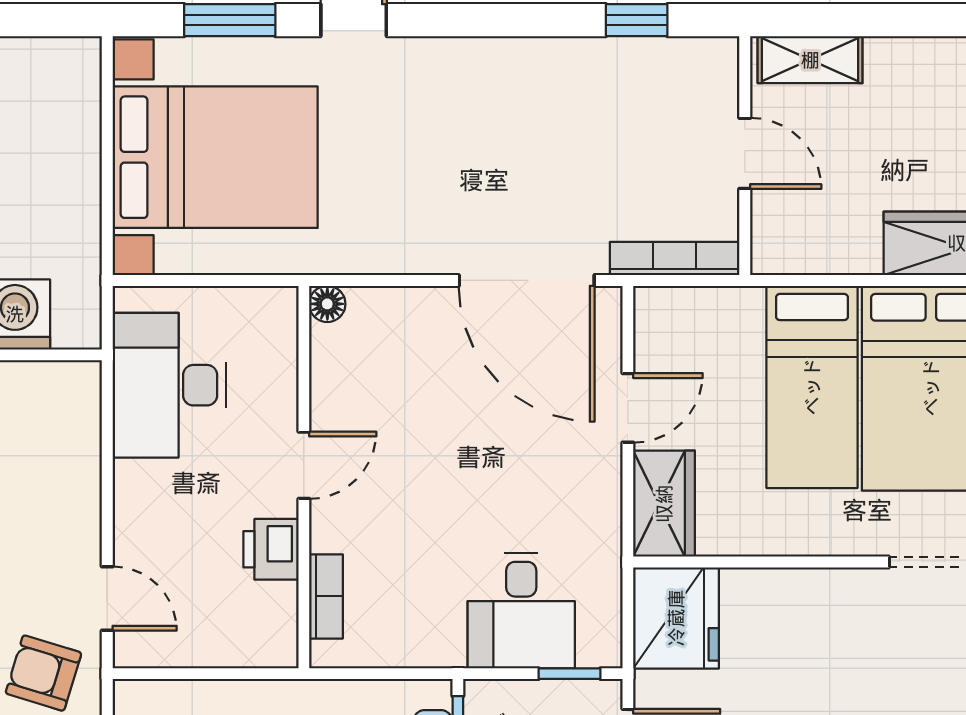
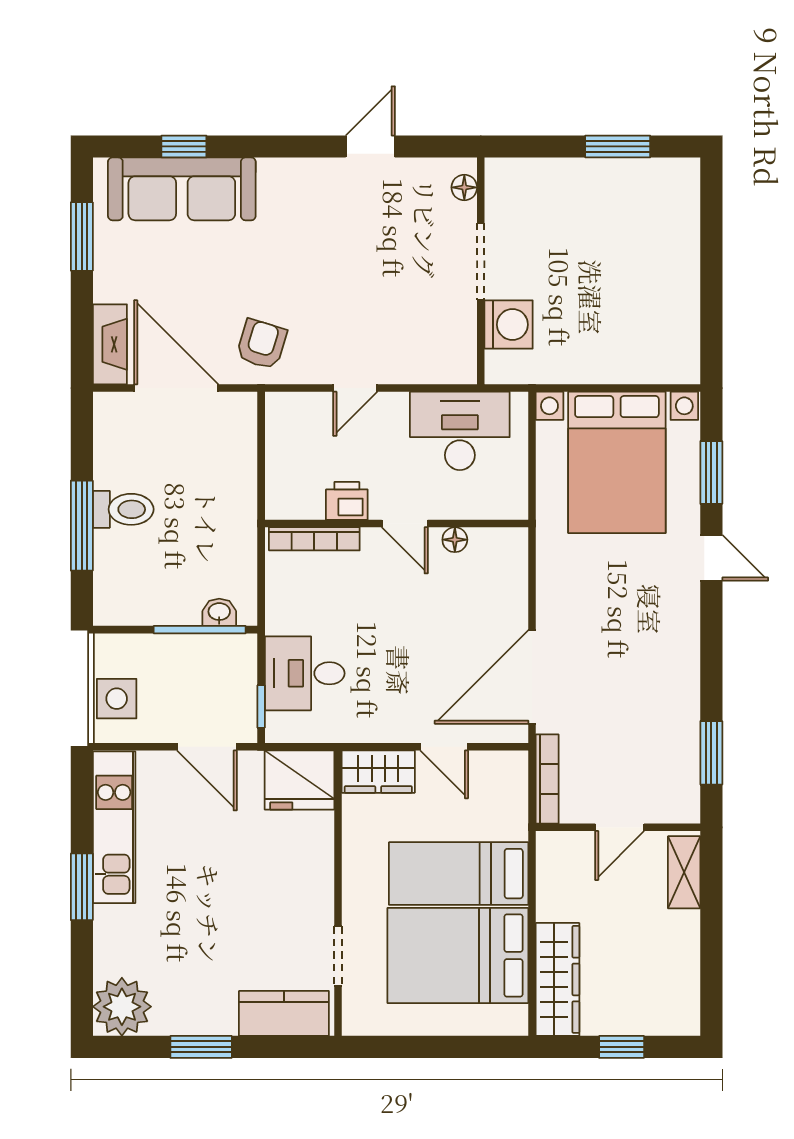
window: (637, 20) -> (711, 753), width x1.50
floor lamp: (327, 304) -> (455, 540), moved
bookcase: (326, 596) -> (314, 539), width x1.56
door: (107, 599) -> (355, 388), moved

